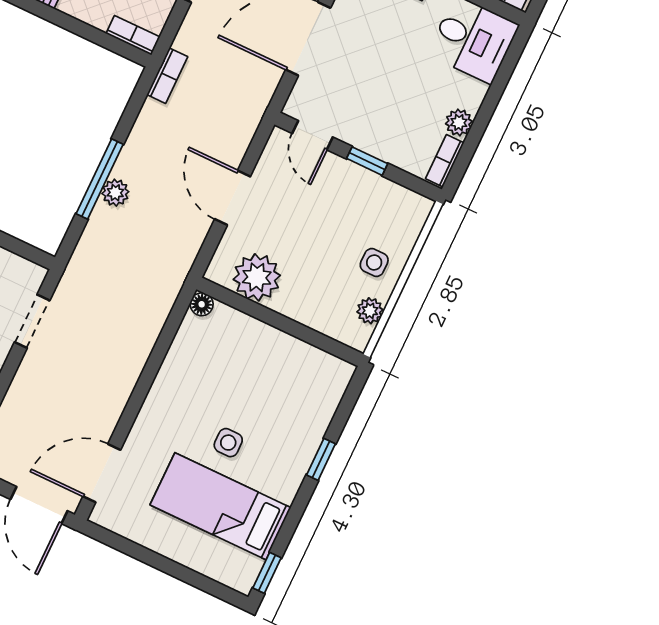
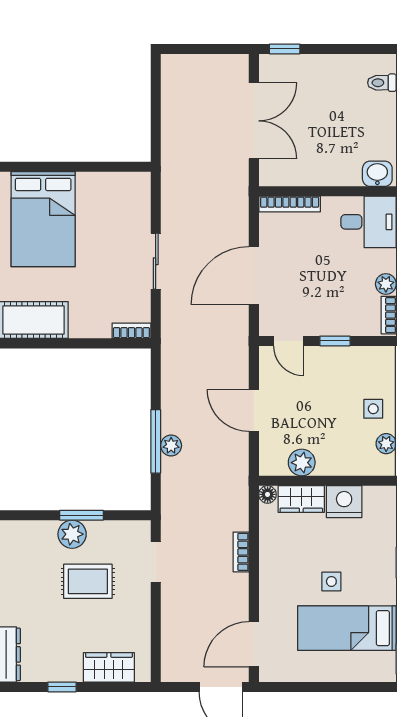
bookcase: (167, 76) -> (241, 552), moved, turned 180
plant: (257, 277) -> (302, 463), width x0.73, depth x0.73
wardrobe: (239, 329) -> (301, 499), added
nightstand: (288, 356) -> (344, 502), added

